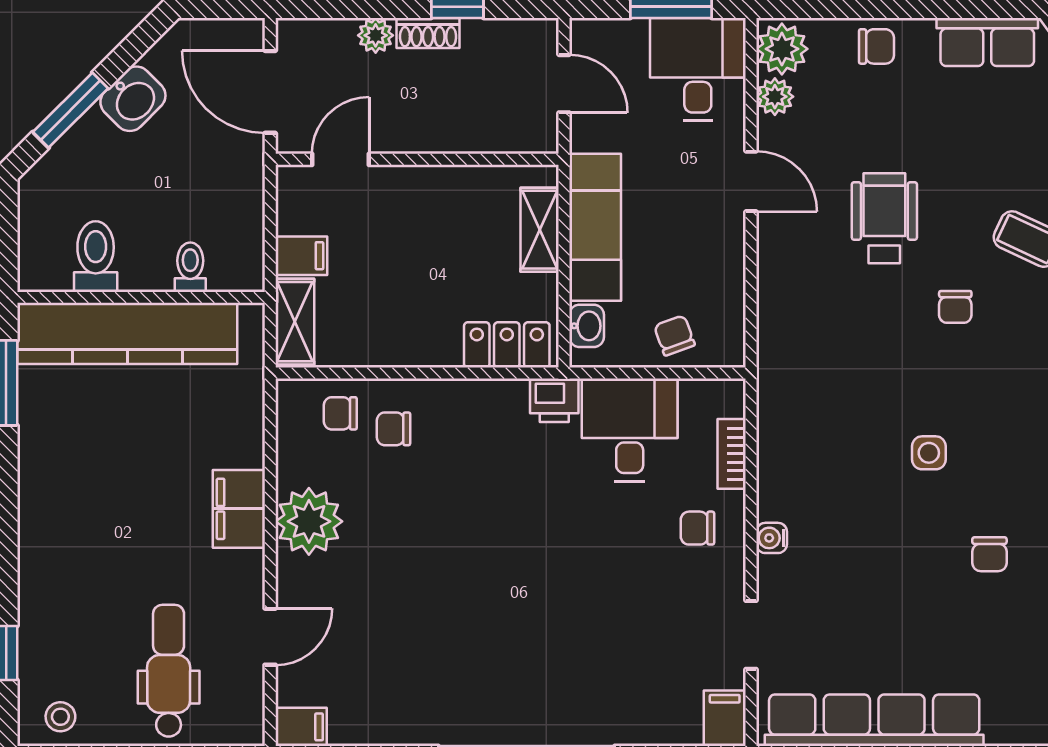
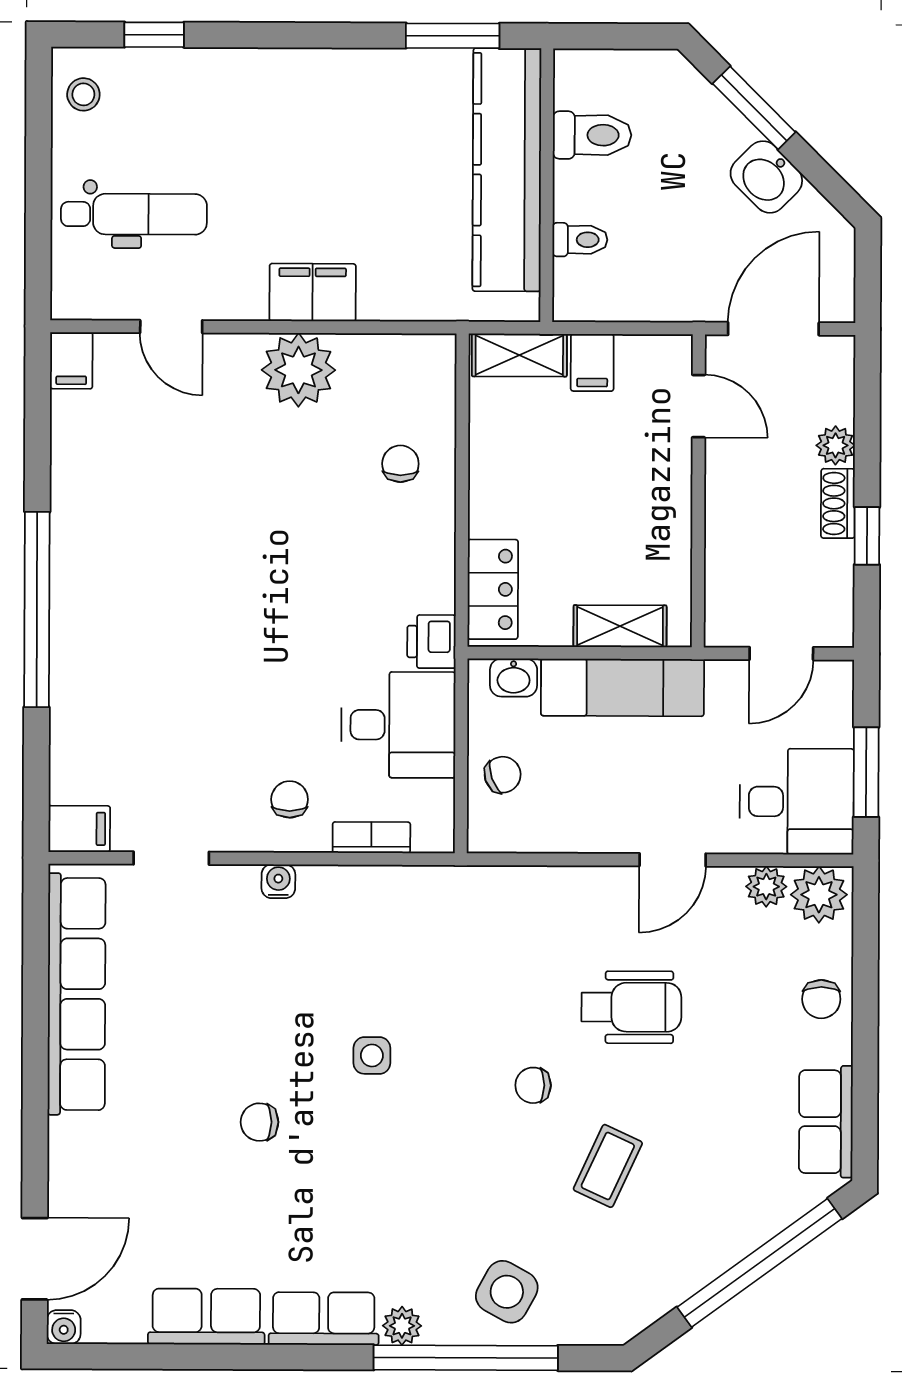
chair: (340, 413) -> (418, 405), removed

